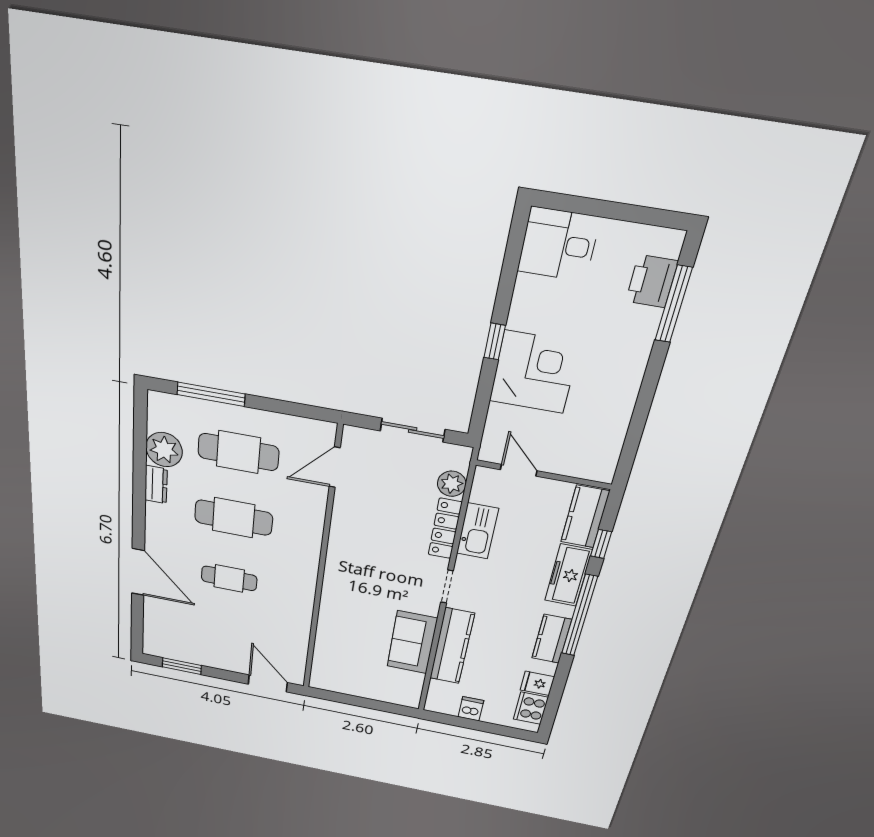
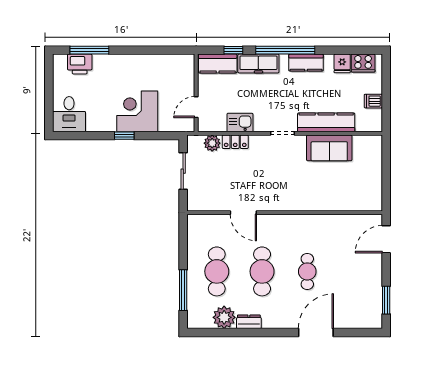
door: (335, 467) -> (243, 213), moved
locker: (445, 529) -> (235, 142), width x0.66
kitchen sink: (477, 531) -> (240, 123), width x0.73

